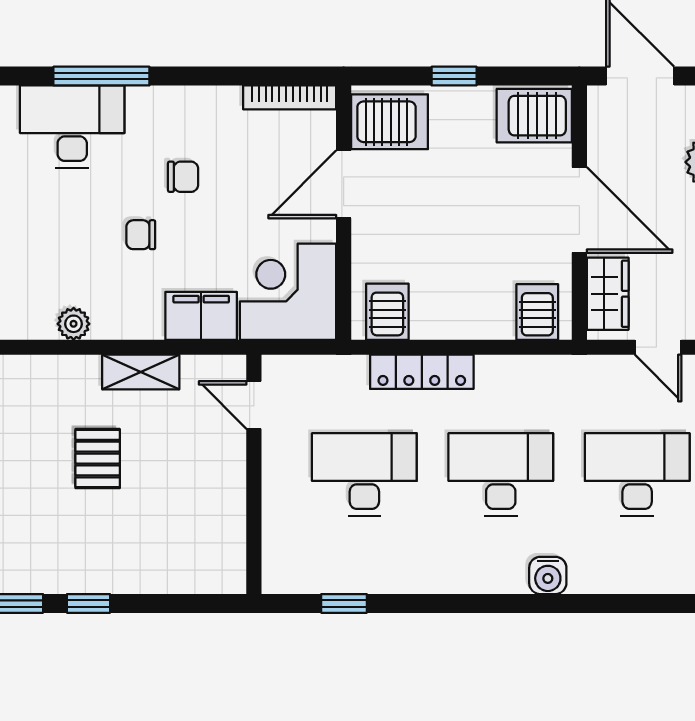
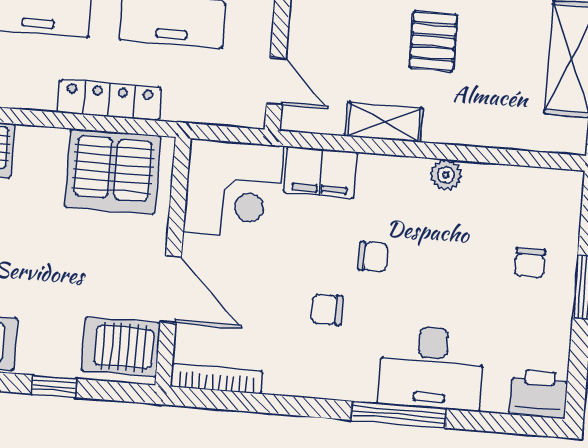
door: (344, 184) -> (171, 289), hinge flipped
server rack: (387, 312) -> (113, 172), width x2.18, depth x1.44

